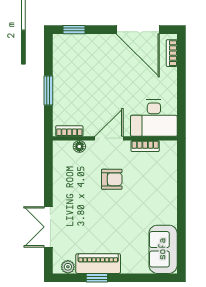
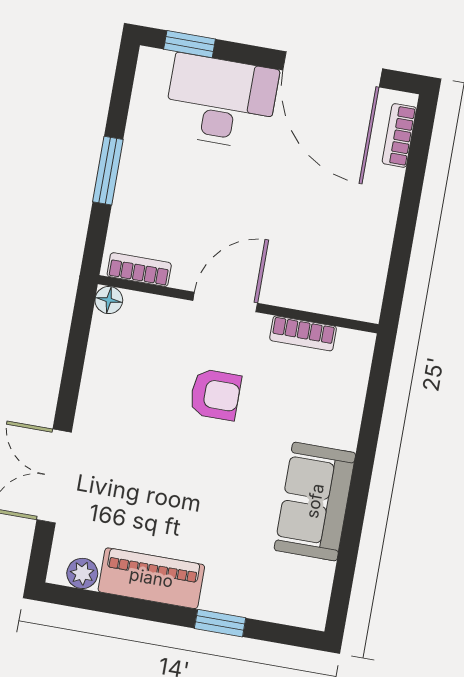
desk: (154, 118) -> (221, 102), moved, turned 180
floor lamp: (79, 146) -> (109, 300), moved
sofa: (163, 249) -> (315, 501), moved
window: (97, 278) -> (220, 623), moved

